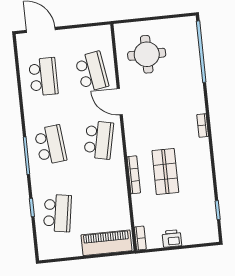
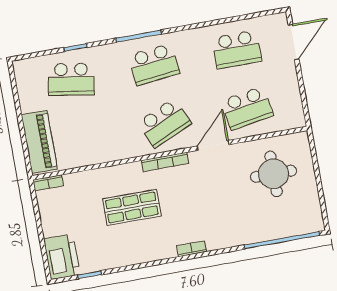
school desk: (99, 140) -> (164, 123), turned -36
bookcase: (134, 175) -> (165, 162), moved
printer: (172, 238) -> (62, 257), moved, width x1.87, depth x1.48

